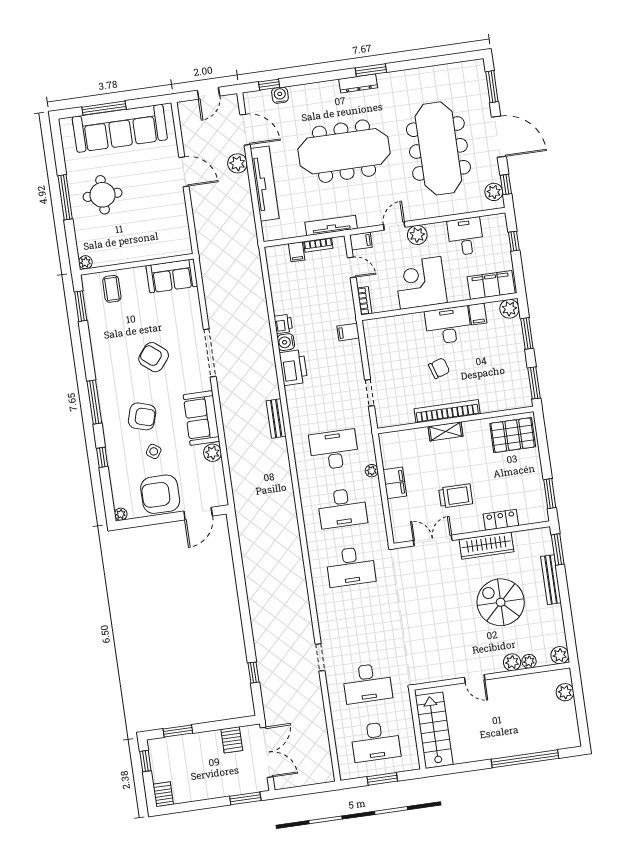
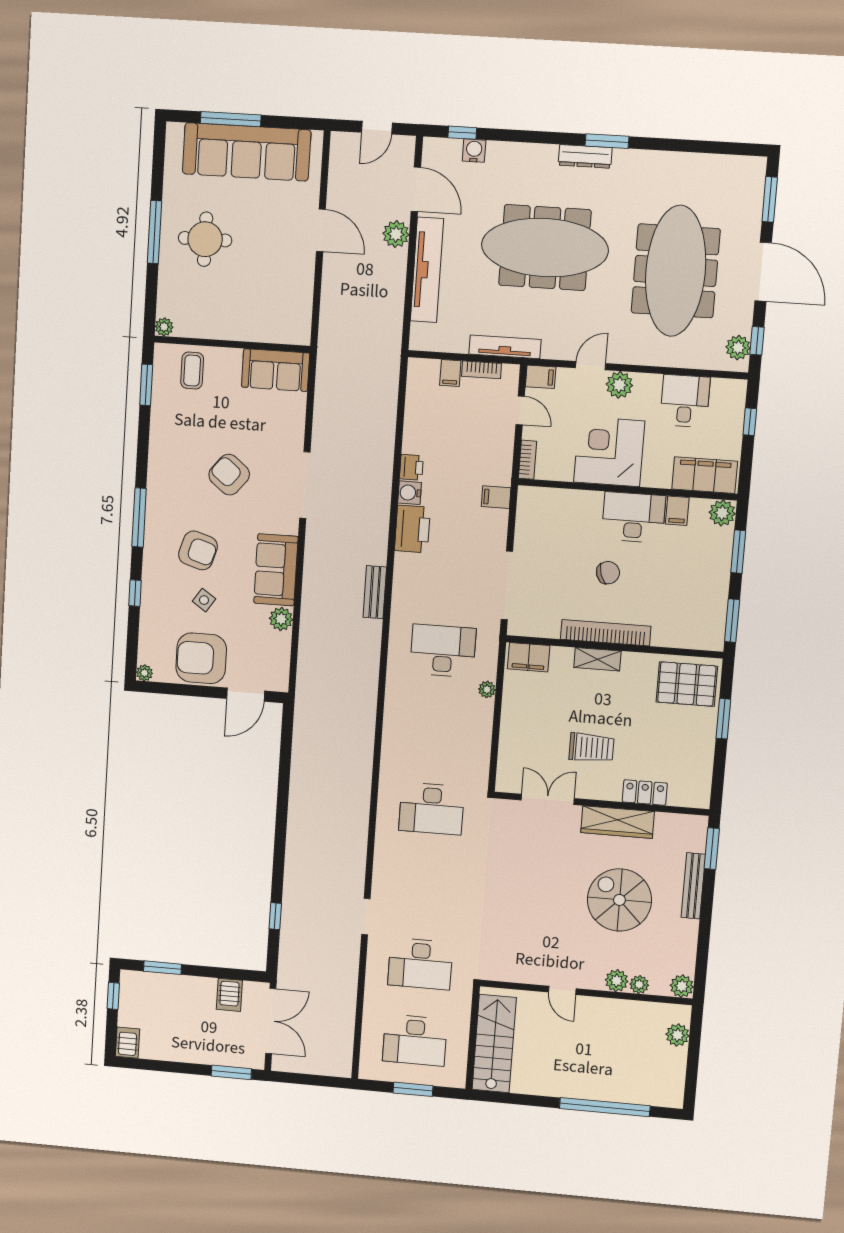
doorway: (370, 393) -> (507, 585), width x1.88
filing cabinet: (395, 483) -> (529, 657), moved, turned 90
window: (550, 494) -> (723, 719), moved
desk: (342, 508) -> (437, 730), removed

